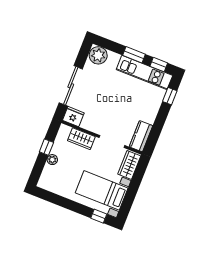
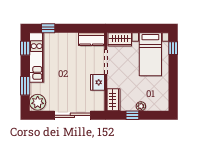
window: (134, 55) -> (25, 86), moved
fridge: (73, 117) -> (98, 82), moved
wardrobe: (81, 139) -> (114, 100), moved

